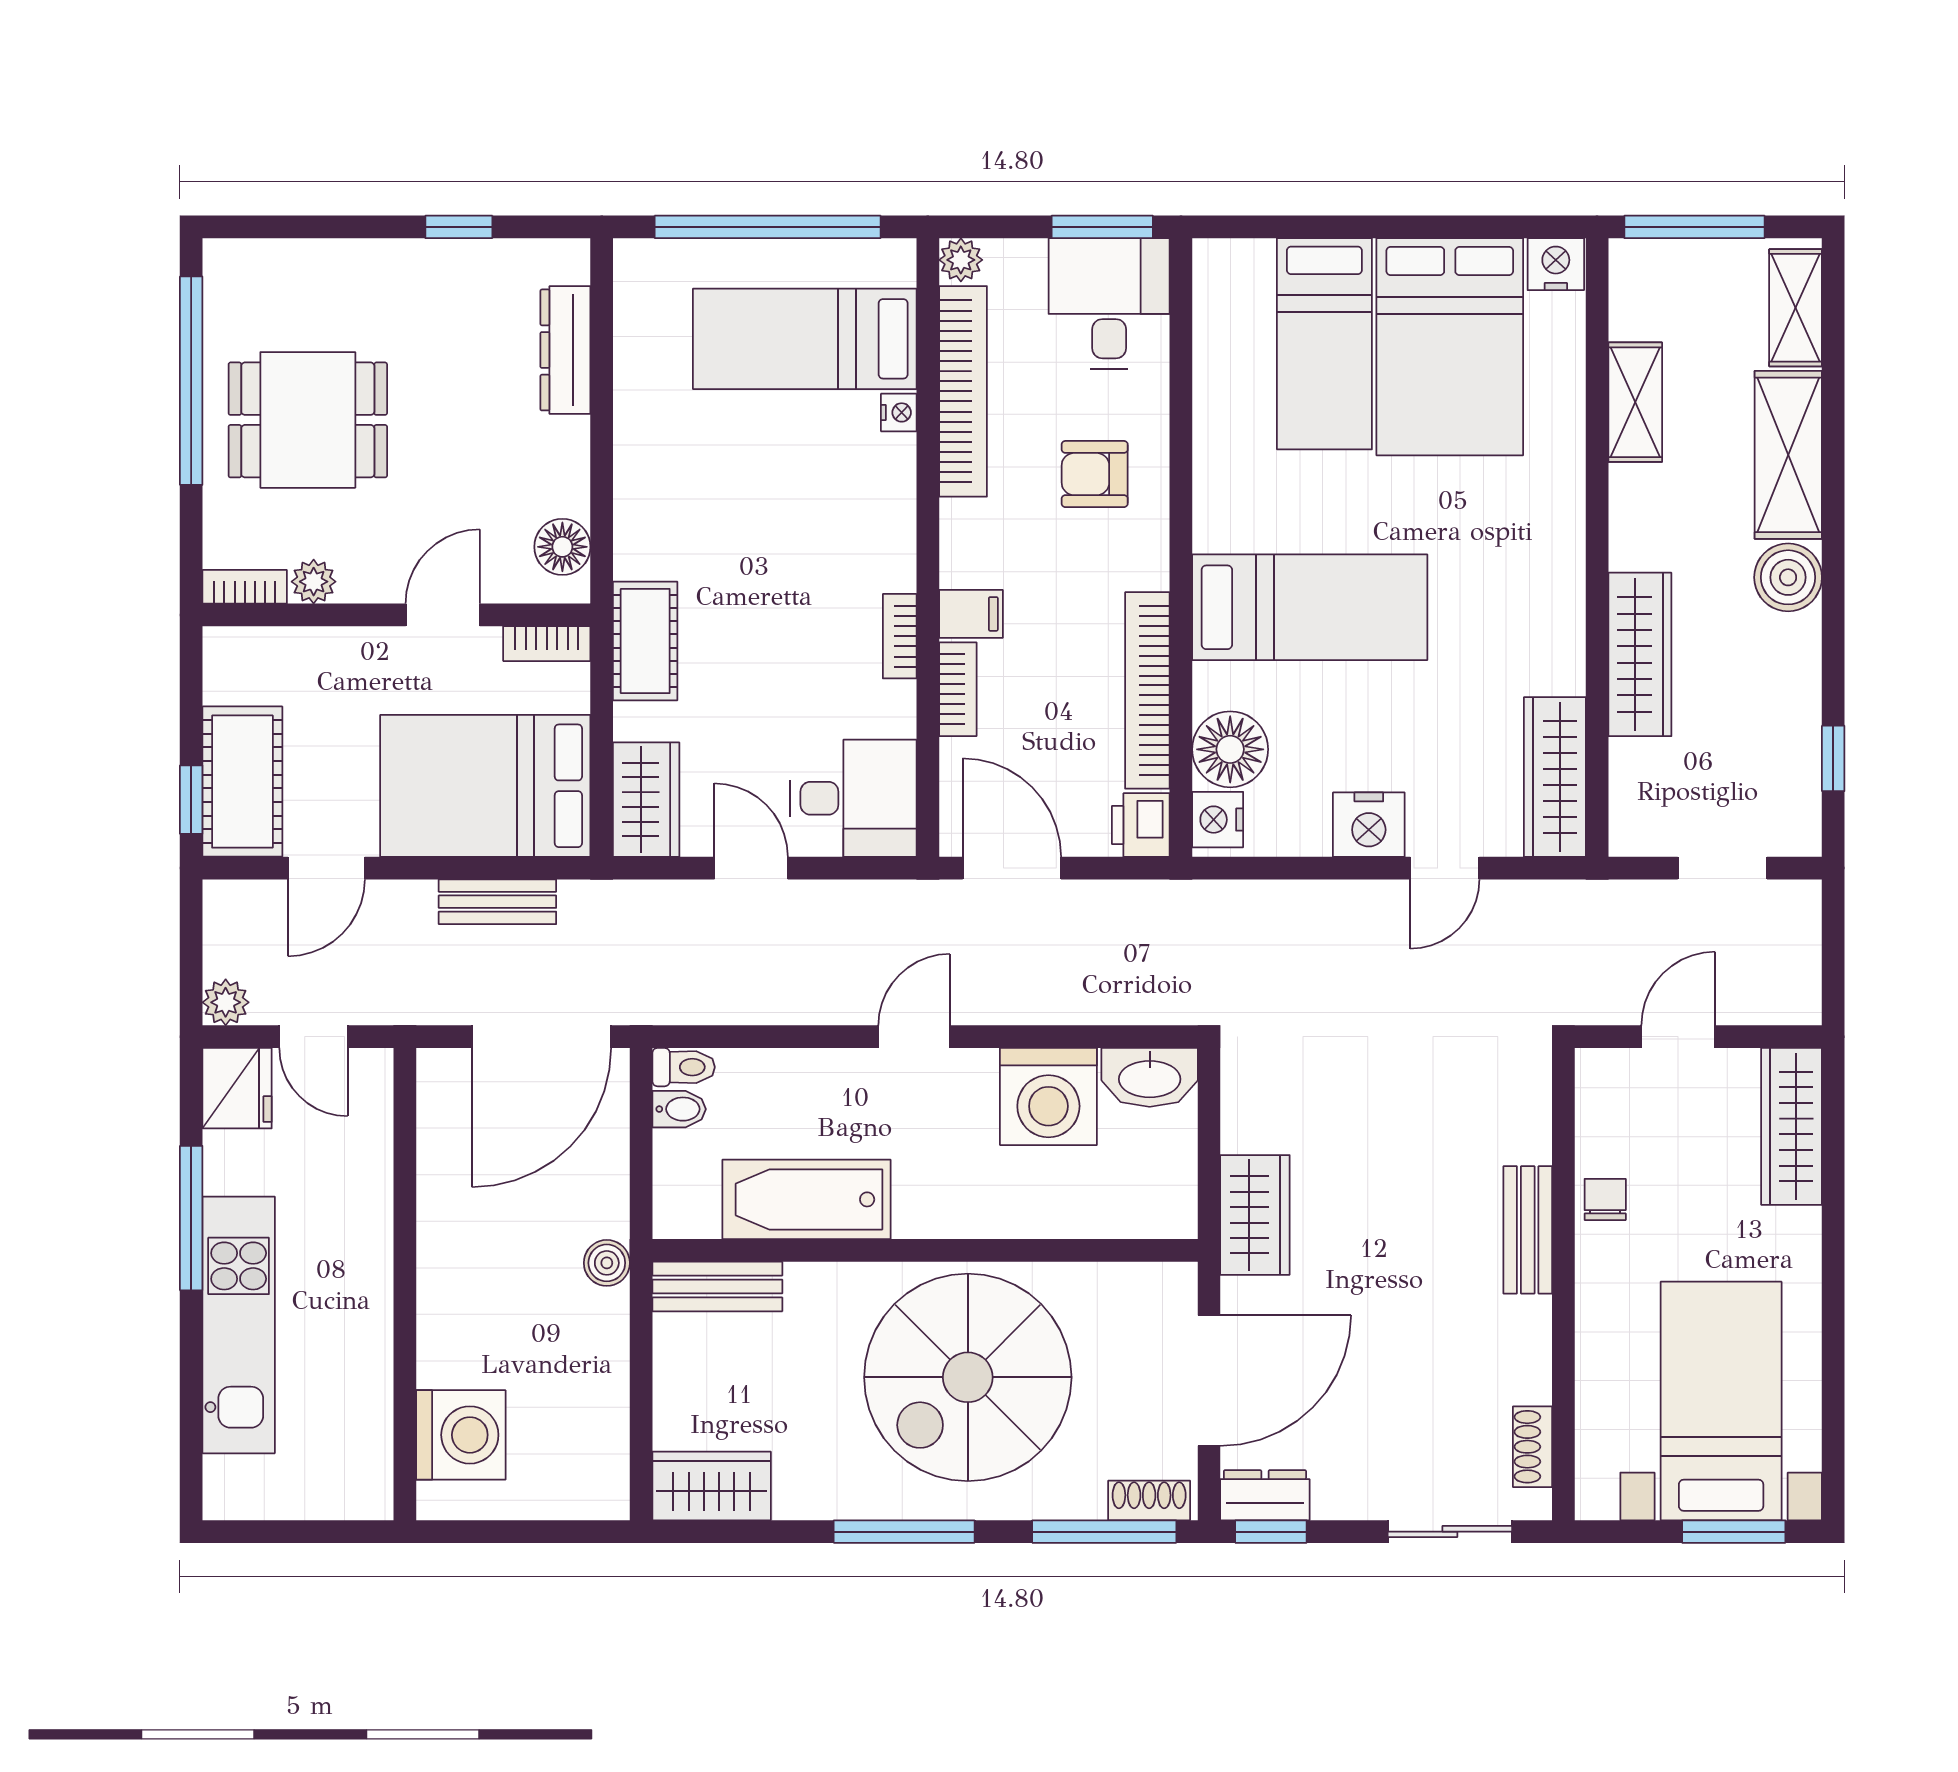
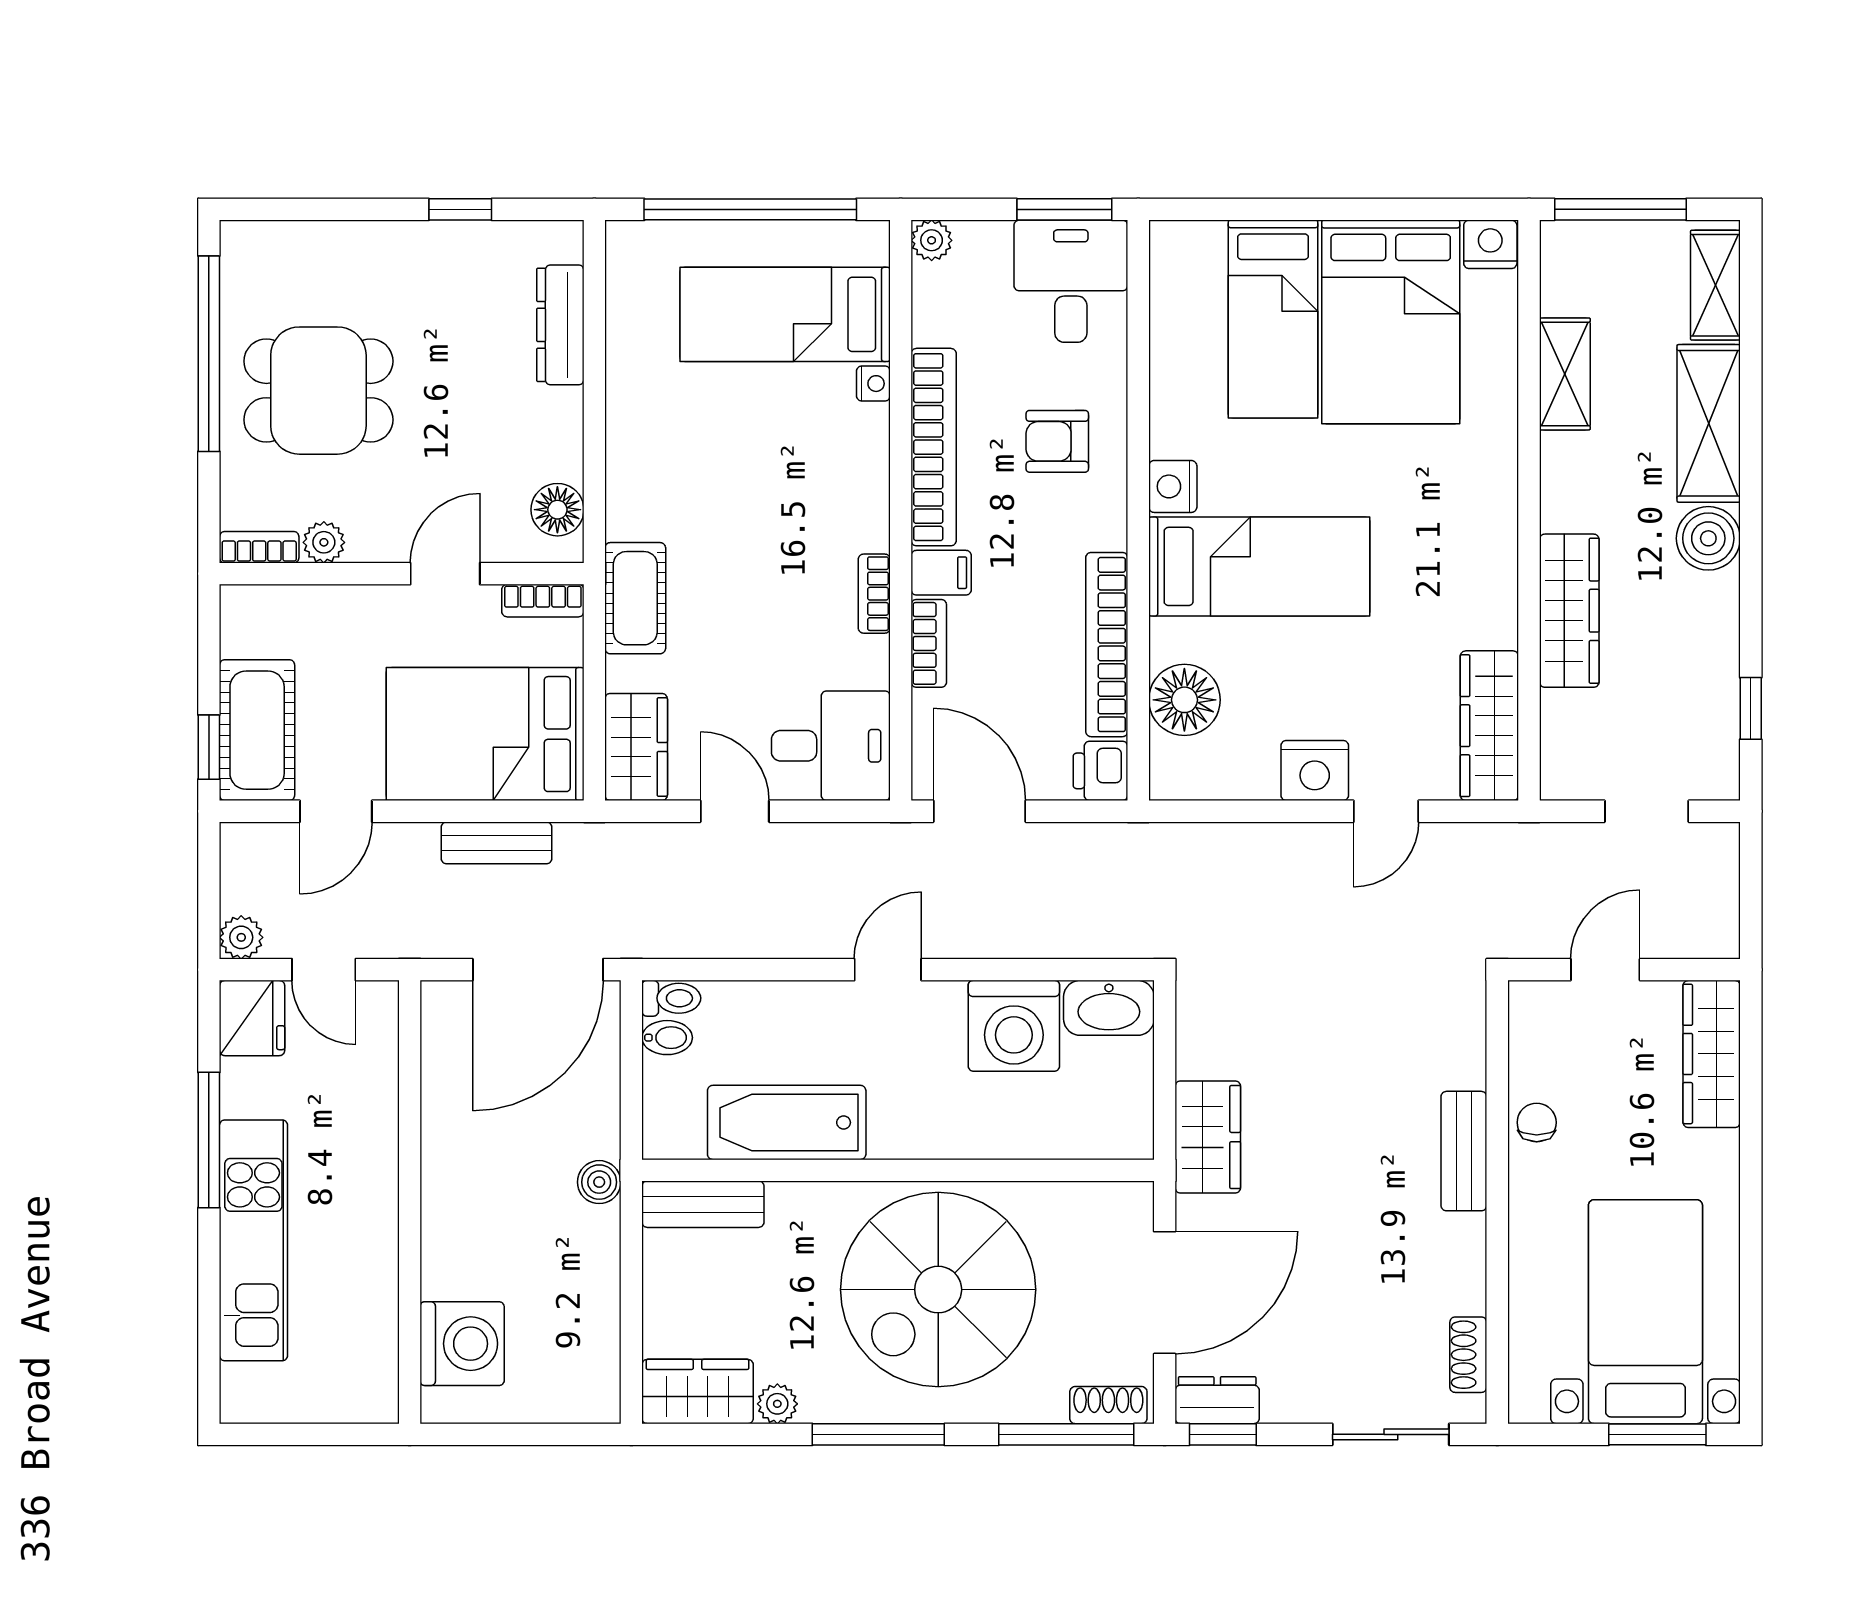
bookcase: (963, 391) -> (934, 447), moved
nightstand: (1218, 820) -> (1173, 486), moved
plant: (797, 1499) -> (777, 1404), added

